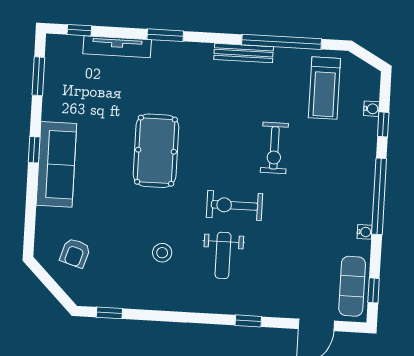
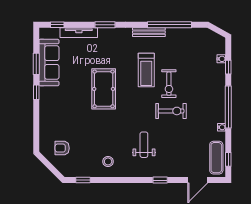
window: (38, 76) -> (36, 64), moved
treadmill: (324, 88) -> (146, 70), moved
sofa: (56, 164) -> (49, 63), moved
exercise bike: (235, 205) -> (171, 111), moved, turned 180
armchair: (75, 253) -> (62, 148), turned 73
stool: (162, 253) -> (108, 161), moved
weight bench: (223, 255) -> (144, 145), turned 180

